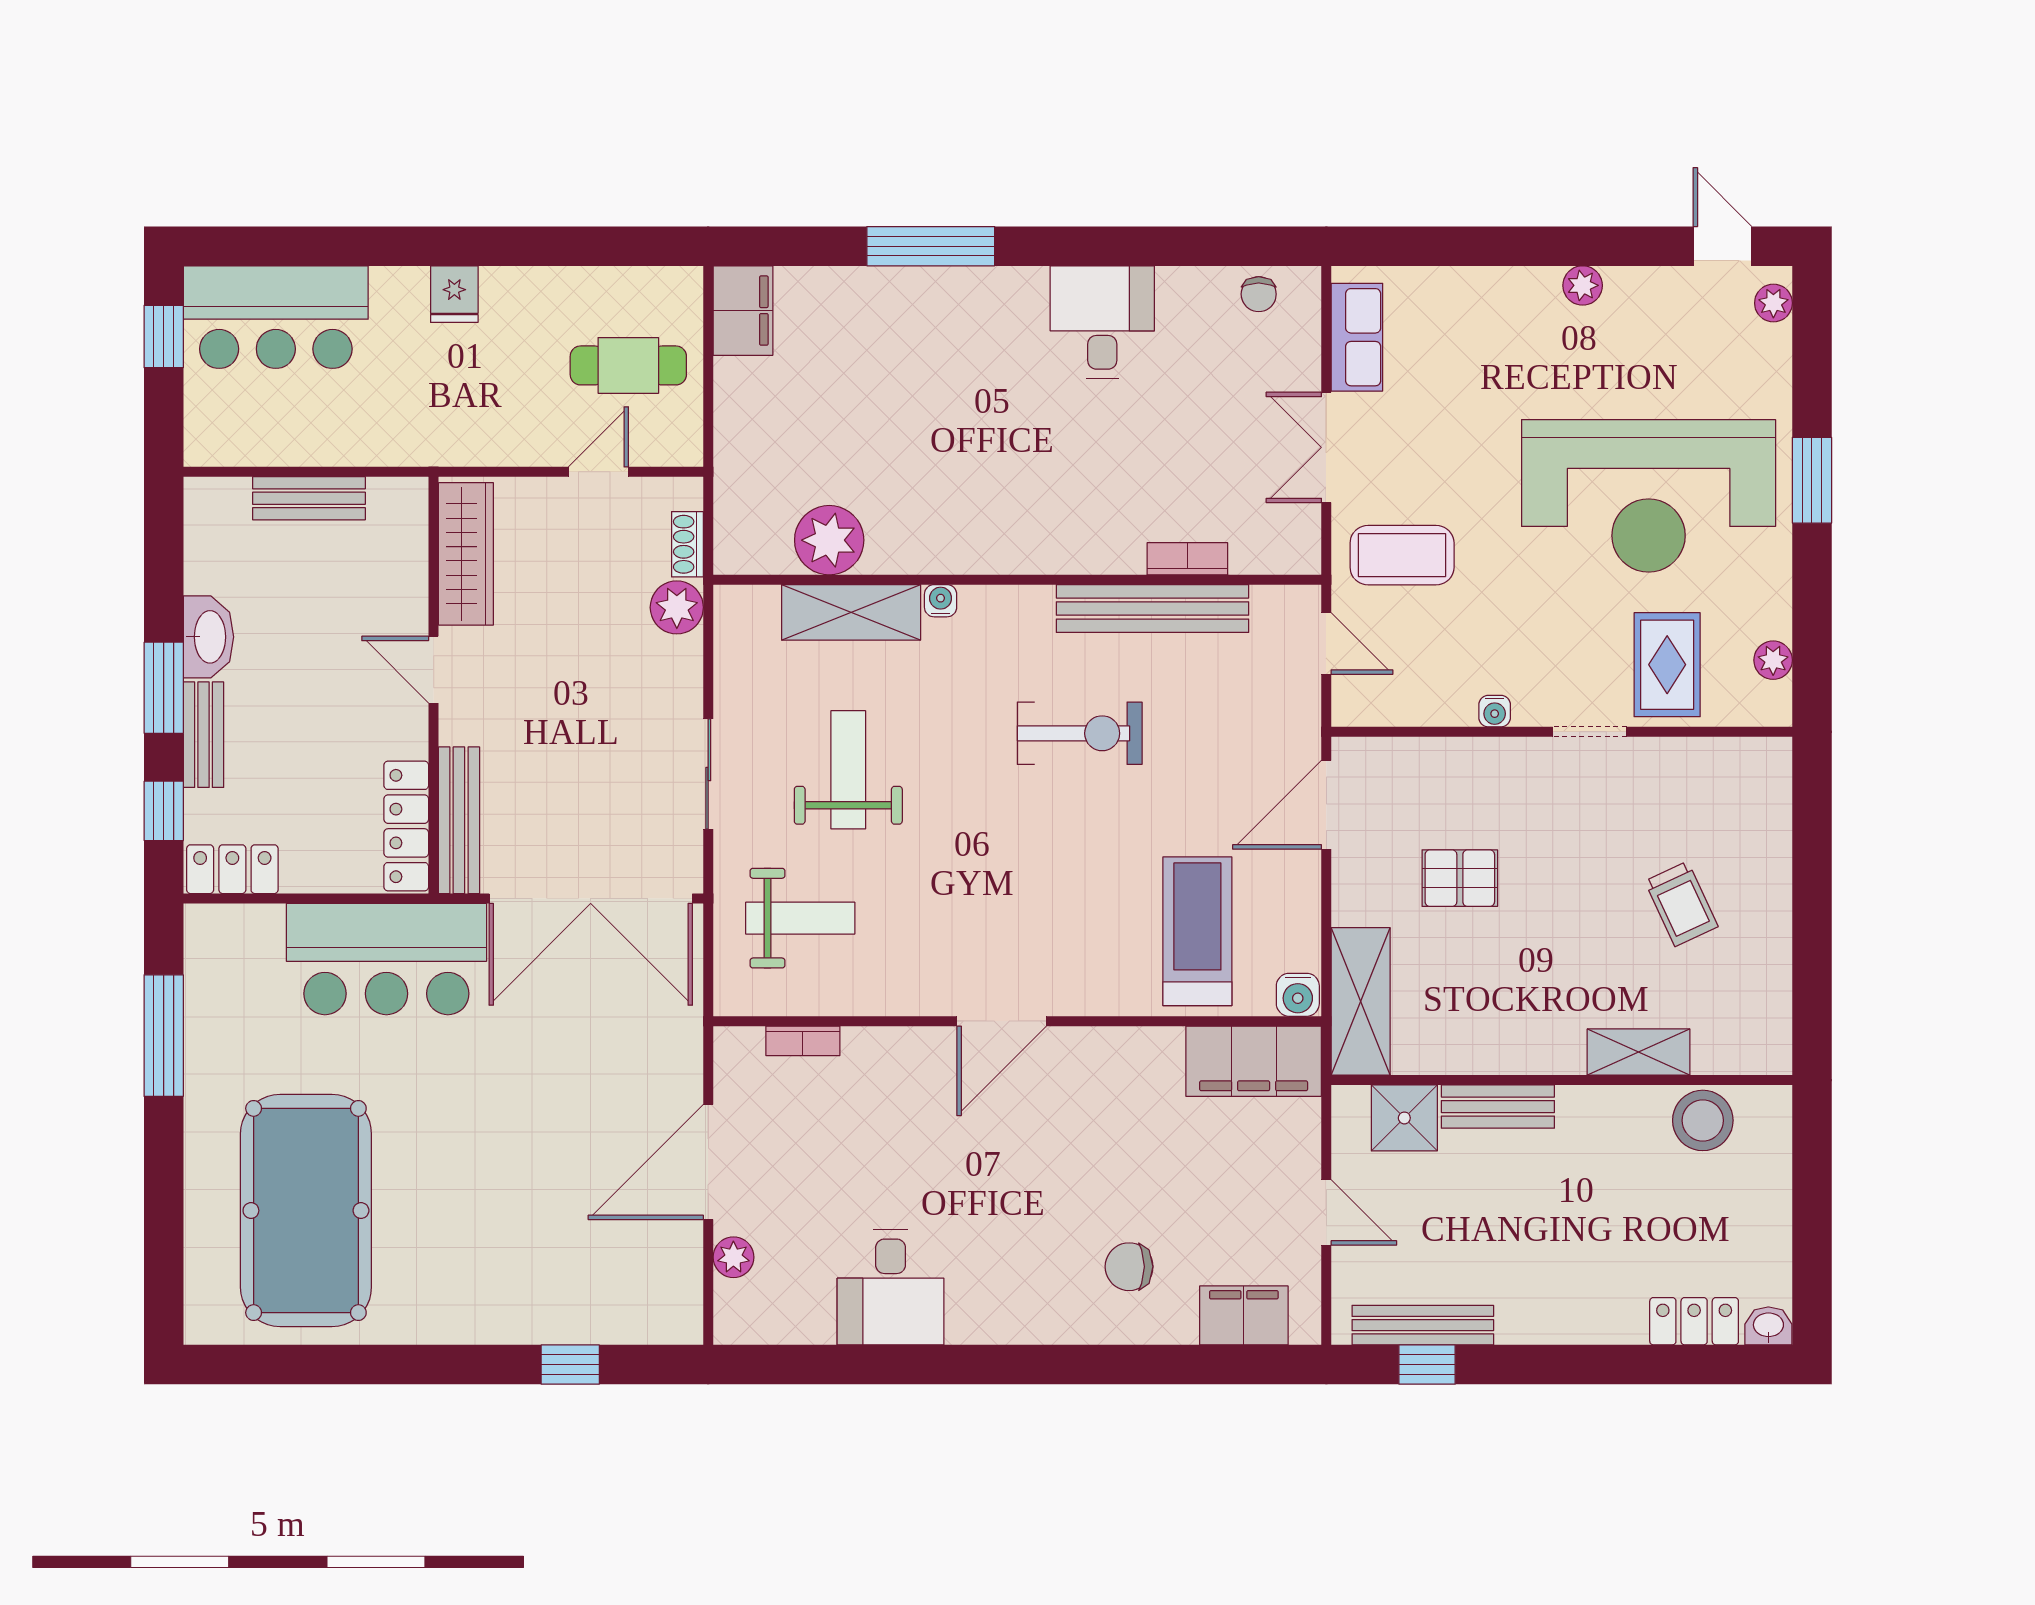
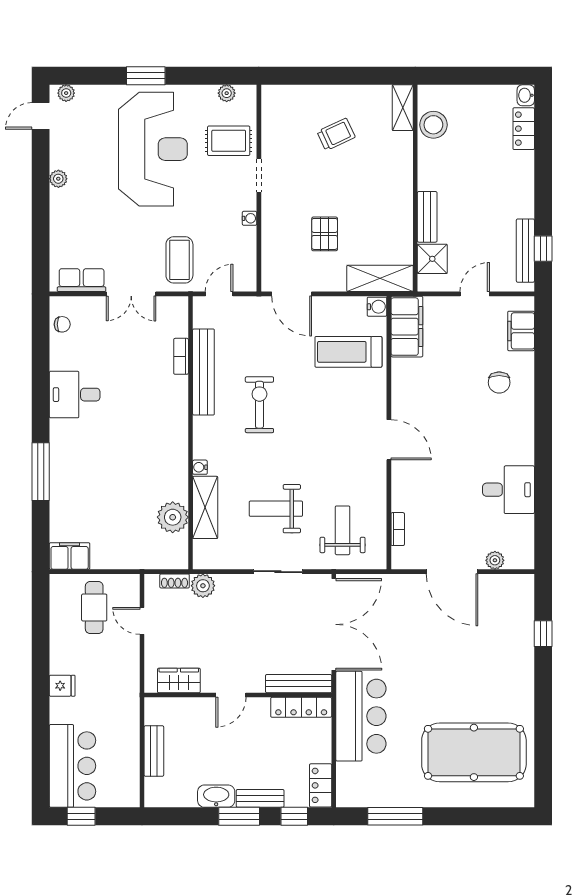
wardrobe: (466, 554) -> (179, 680), width x0.67
shelving: (1639, 1052) -> (403, 108), moved

